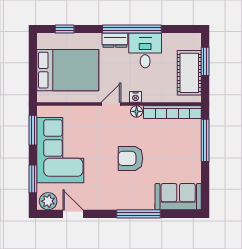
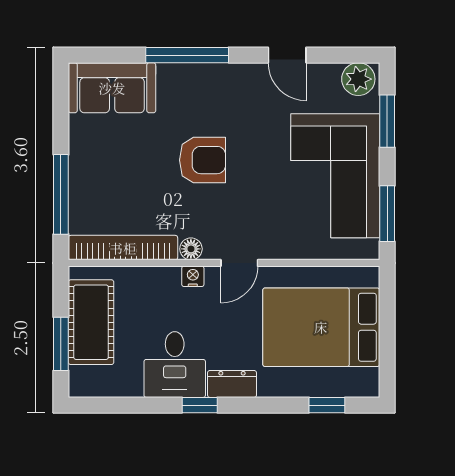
window: (132, 29) -> (200, 405), width x0.32
door: (73, 214) -> (287, 55), moved

